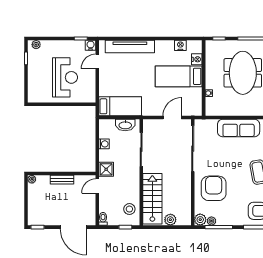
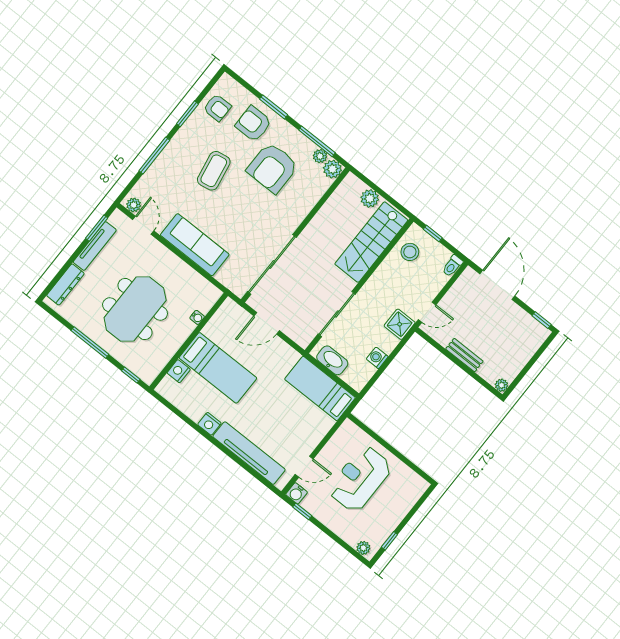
nightstand: (180, 45) -> (209, 424), moved
armchair: (214, 188) -> (272, 168), moved

